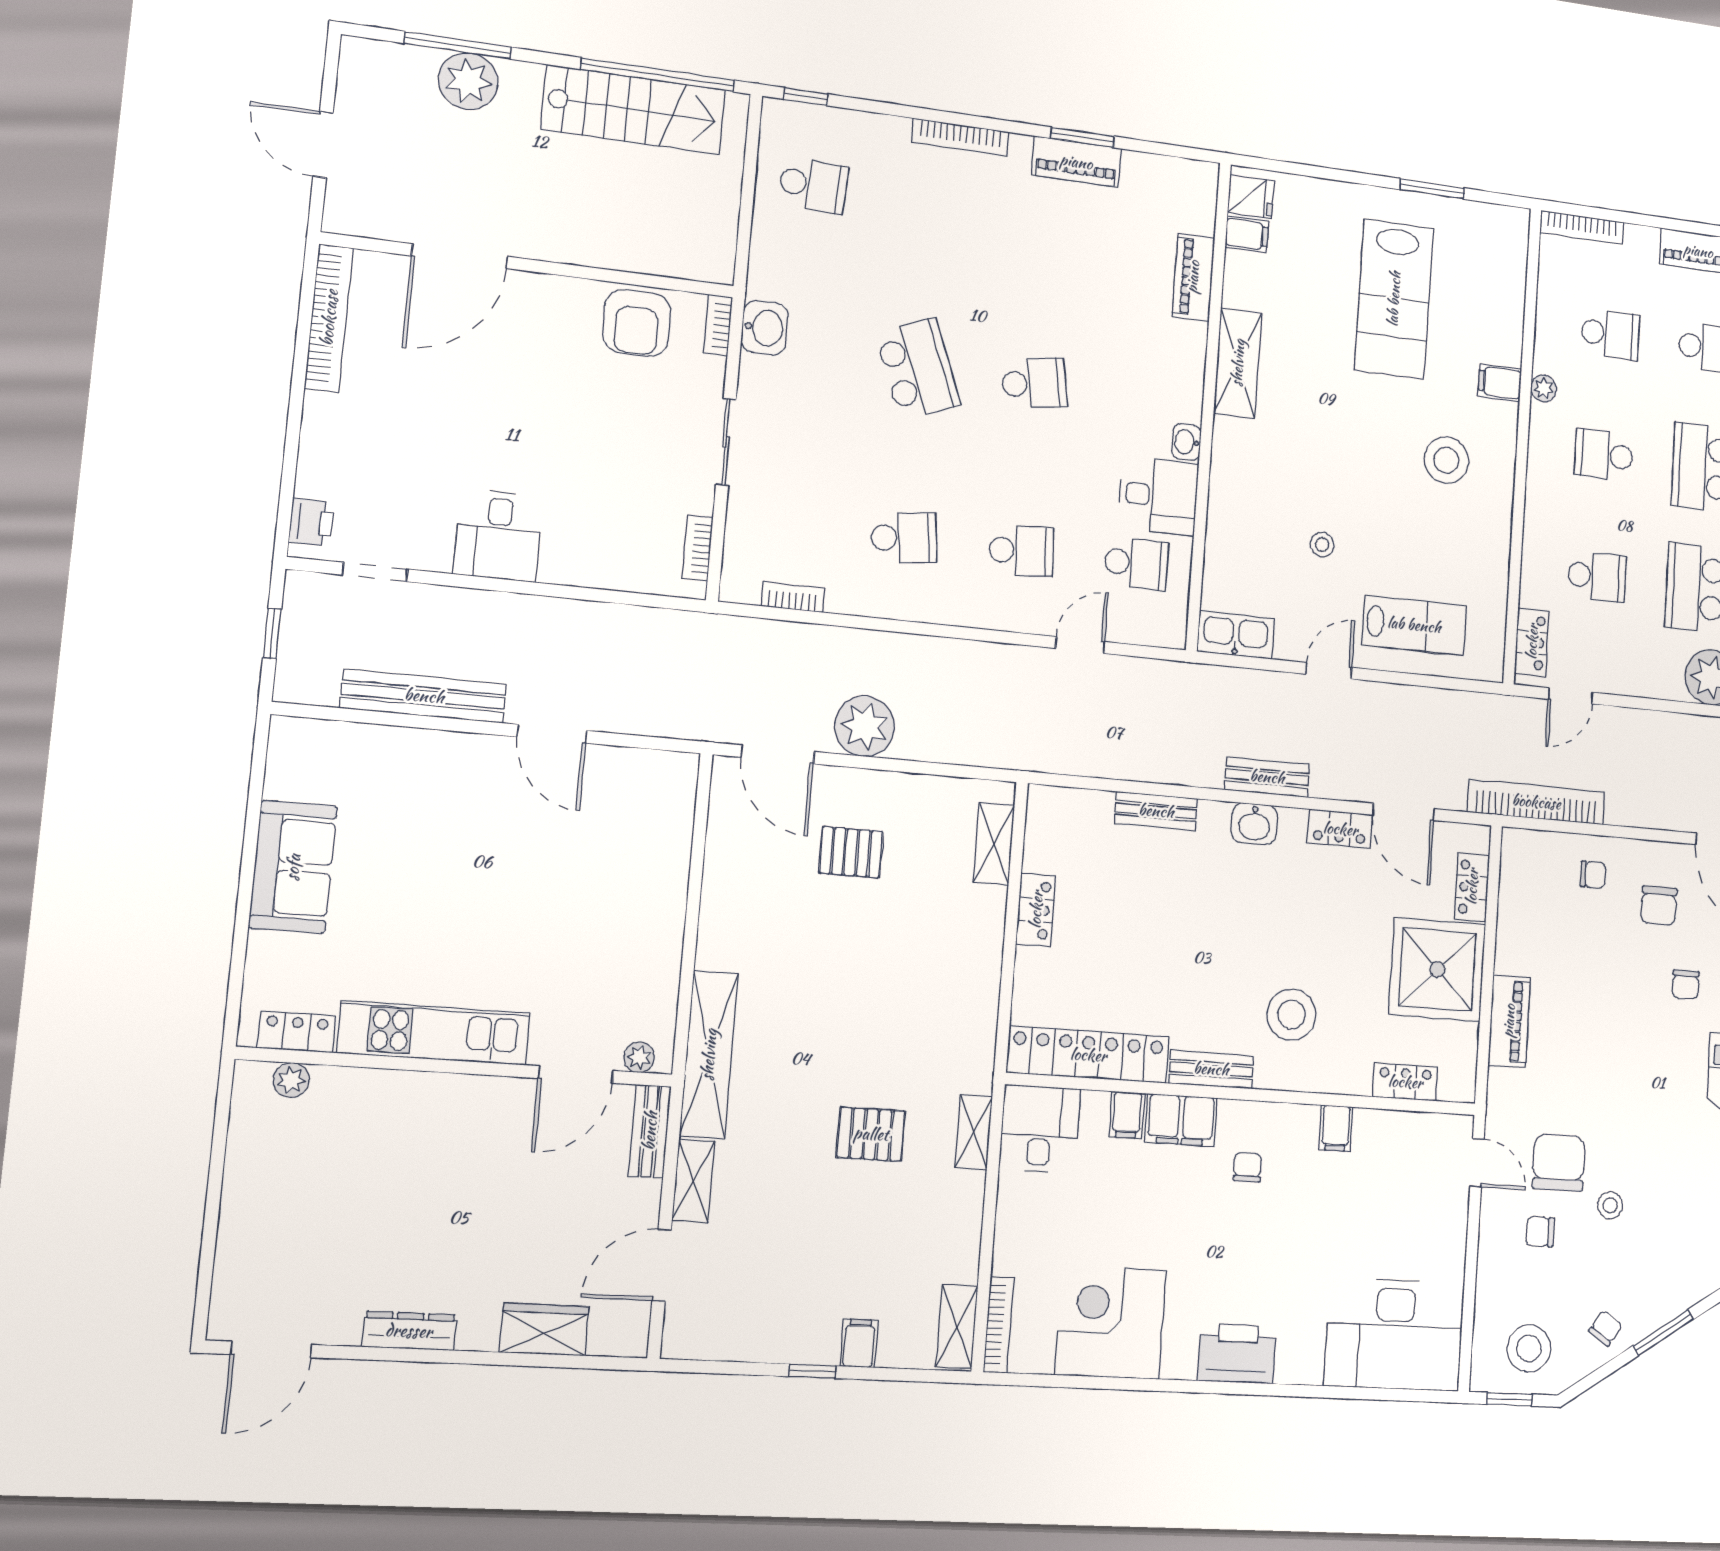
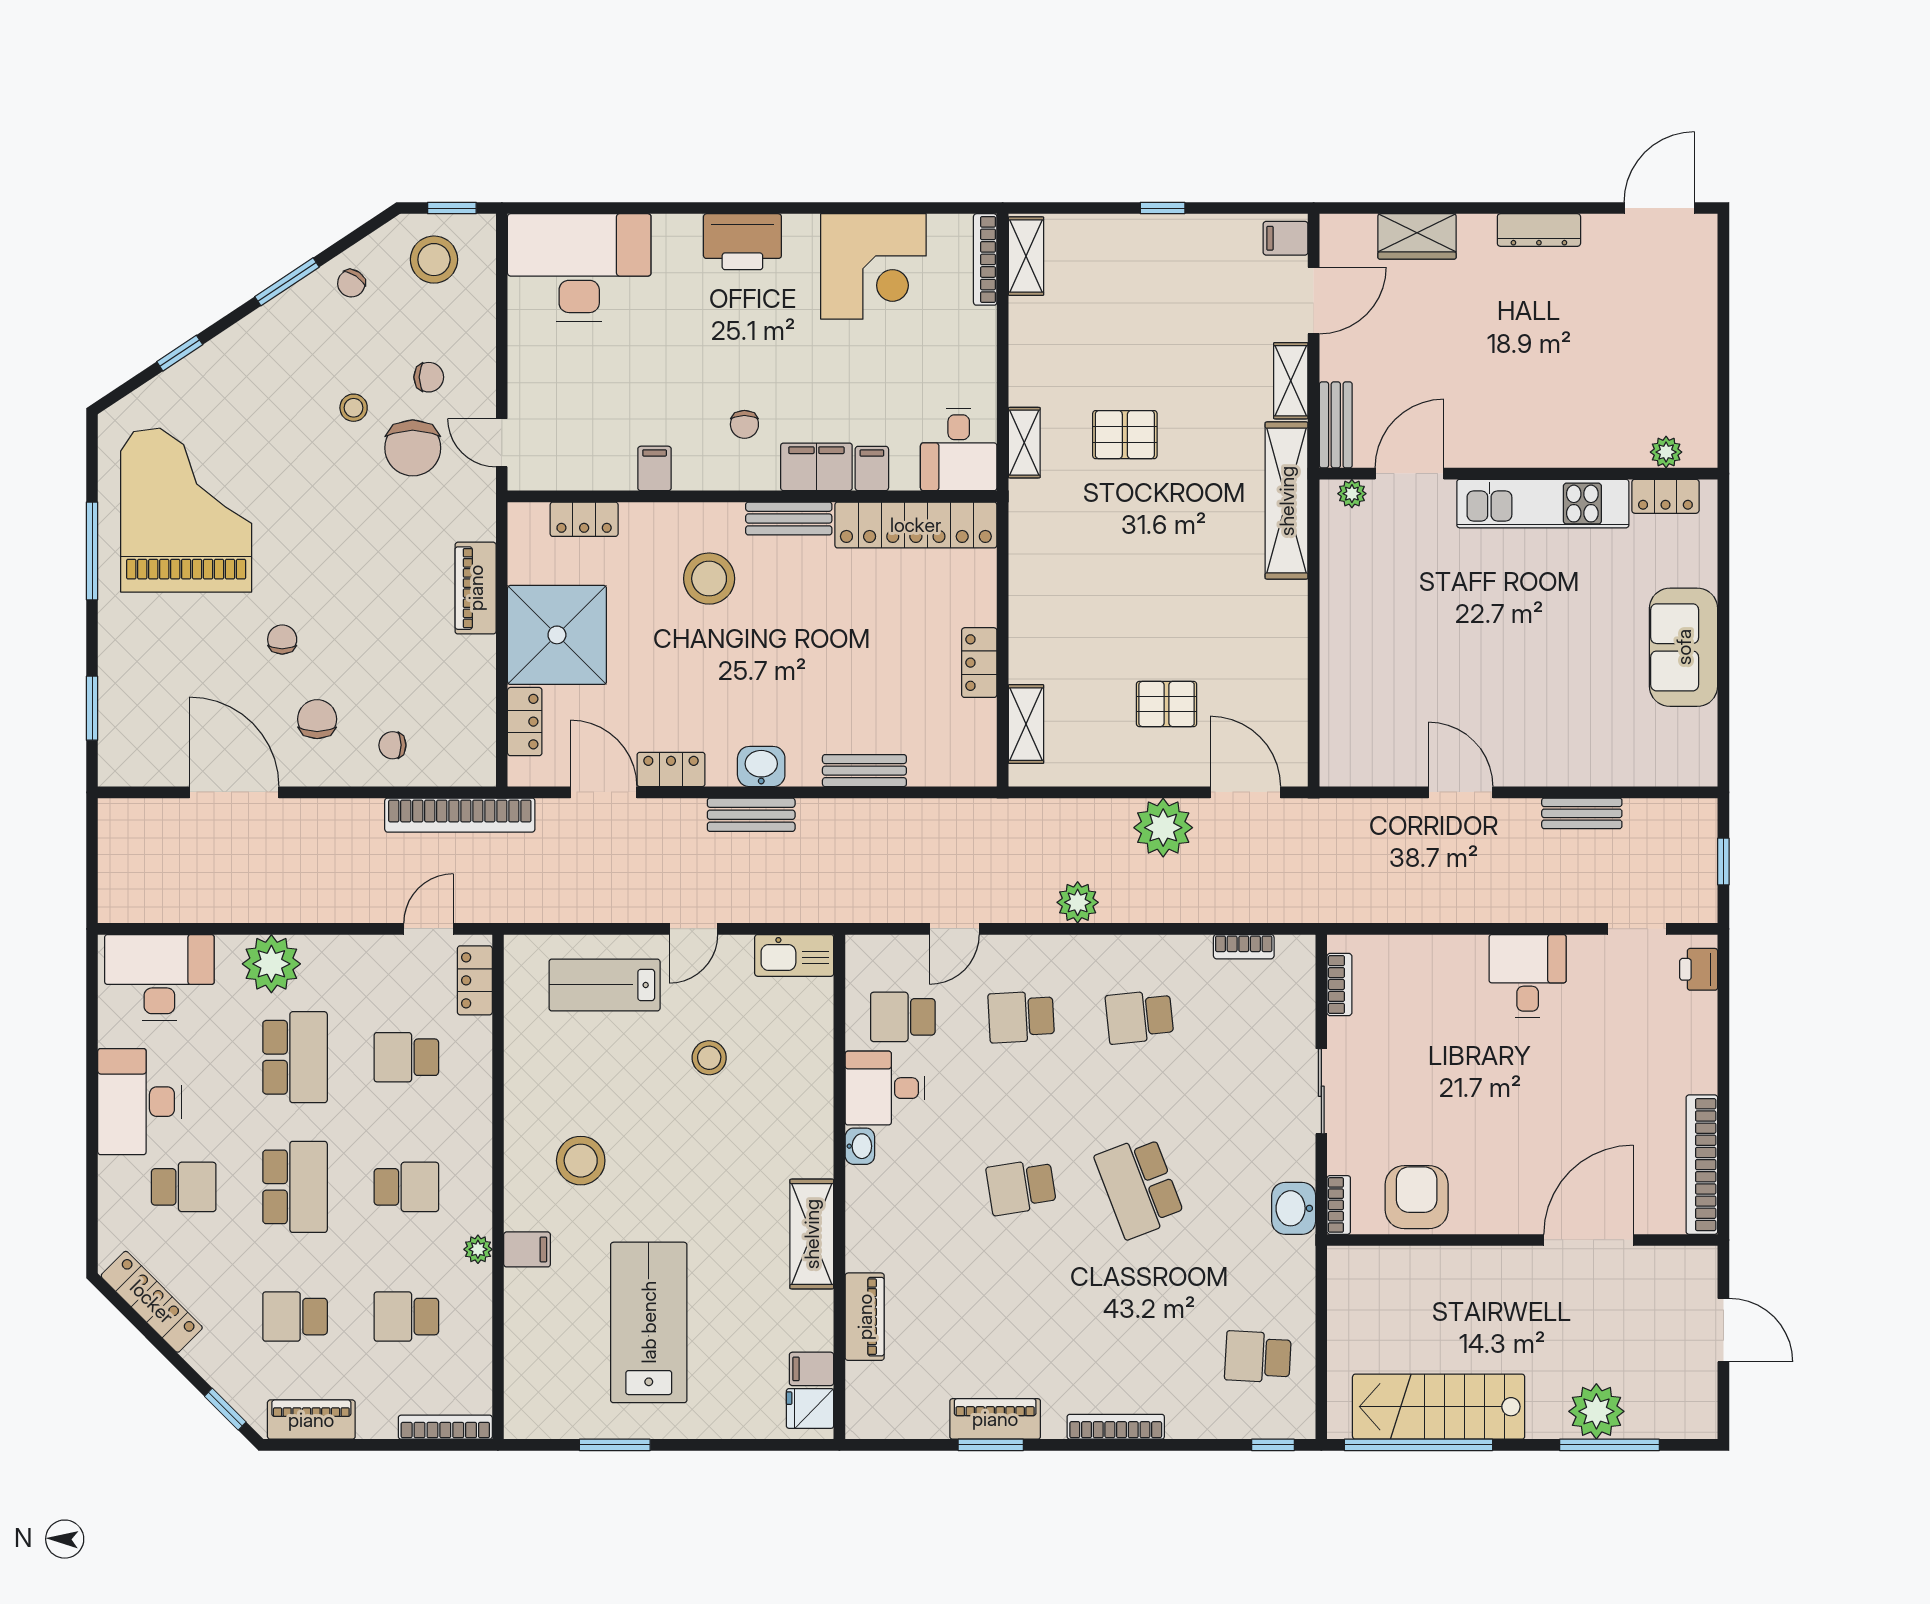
stool: (1322, 544) -> (709, 1058), width x1.37, depth x1.37
plant: (957, 659) -> (1078, 902), added
bench: (424, 696) -> (1582, 813), width x0.54, depth x0.82
filing cabinet: (859, 1343) -> (1286, 238), moved, turned 90

